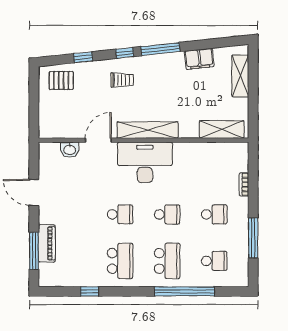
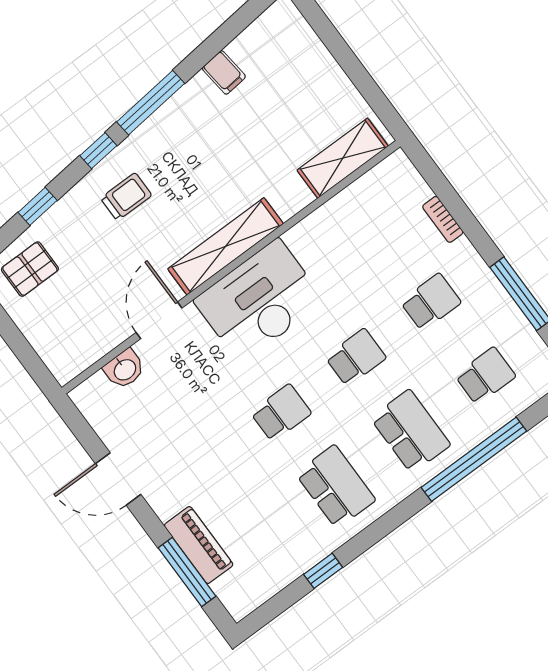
filing cabinet: (199, 59) -> (224, 72), width x0.50
shelving: (240, 76) -> (309, 51), removed

